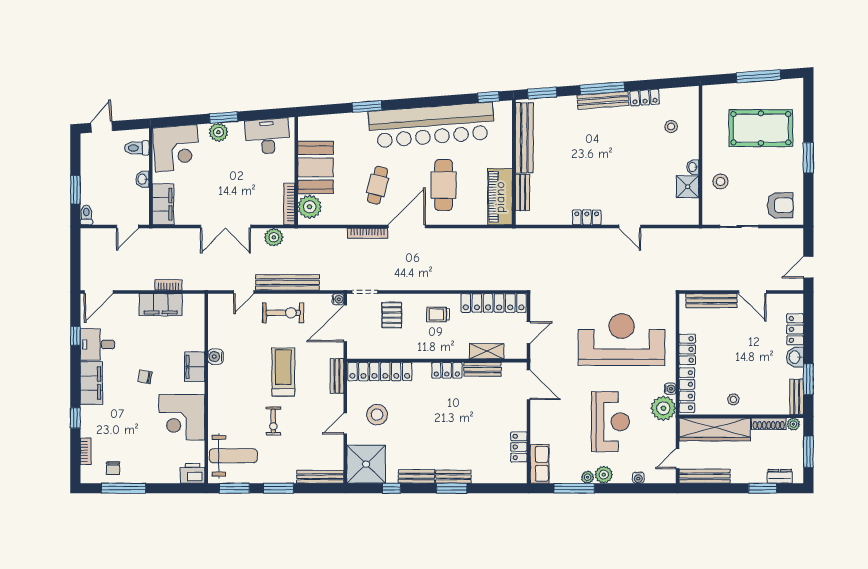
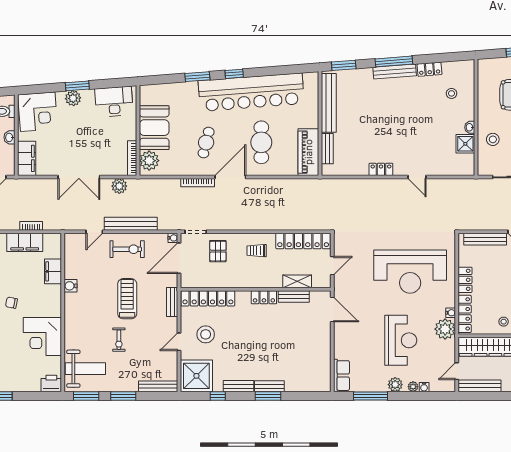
window: (489, 97) -> (234, 74), moved
reception desk: (622, 340) -> (410, 272), turned 180
filing cabinet: (195, 367) -> (53, 271), moved
locker: (519, 447) -> (324, 361), removed
plant: (588, 477) -> (413, 387), moved

